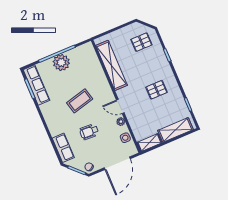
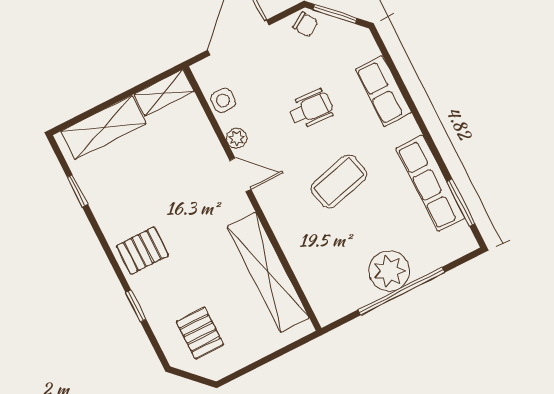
pallet: (141, 42) -> (200, 333), turned 90
row of seats: (36, 85) -> (430, 183), moved
pallet: (157, 90) -> (143, 251), moved
row of seats: (63, 148) -> (383, 91), moved

